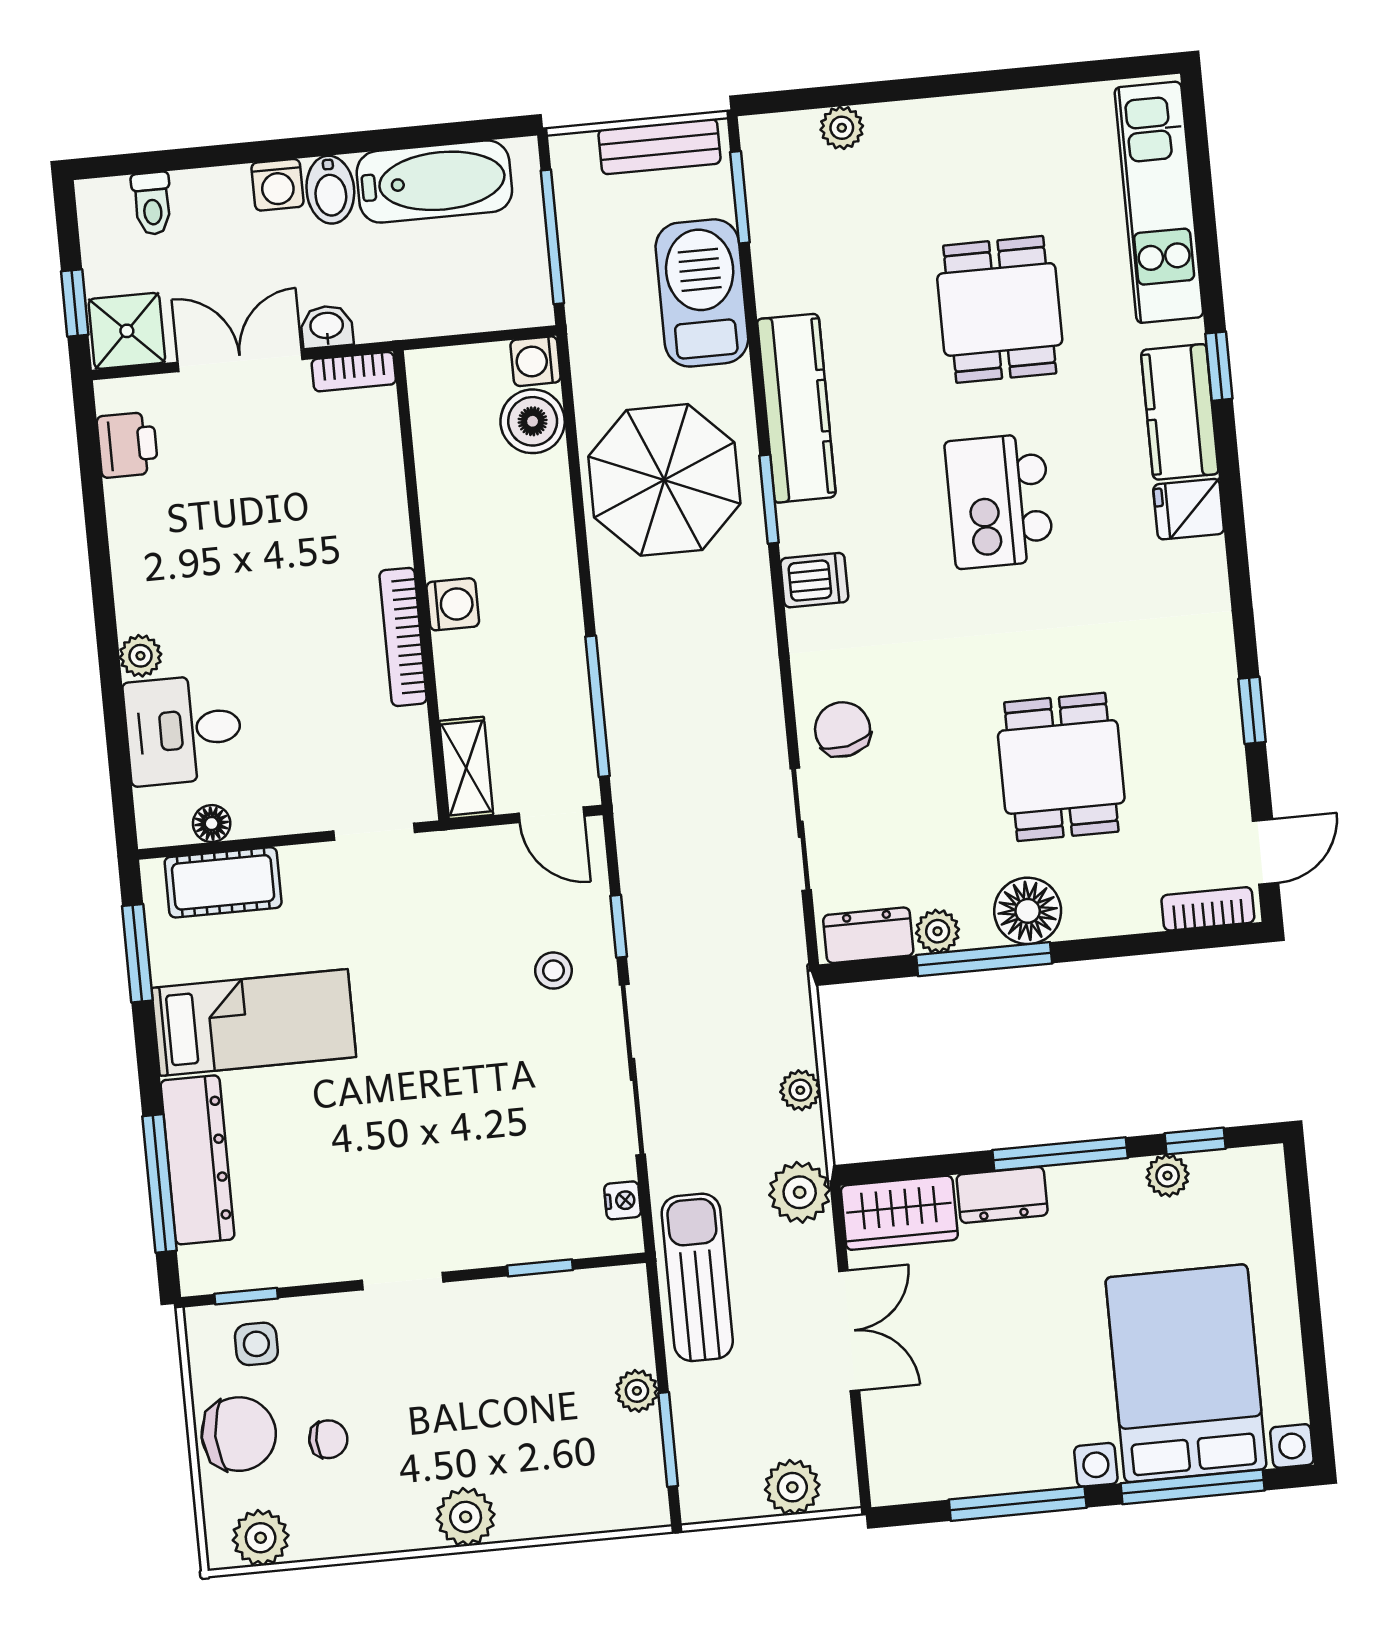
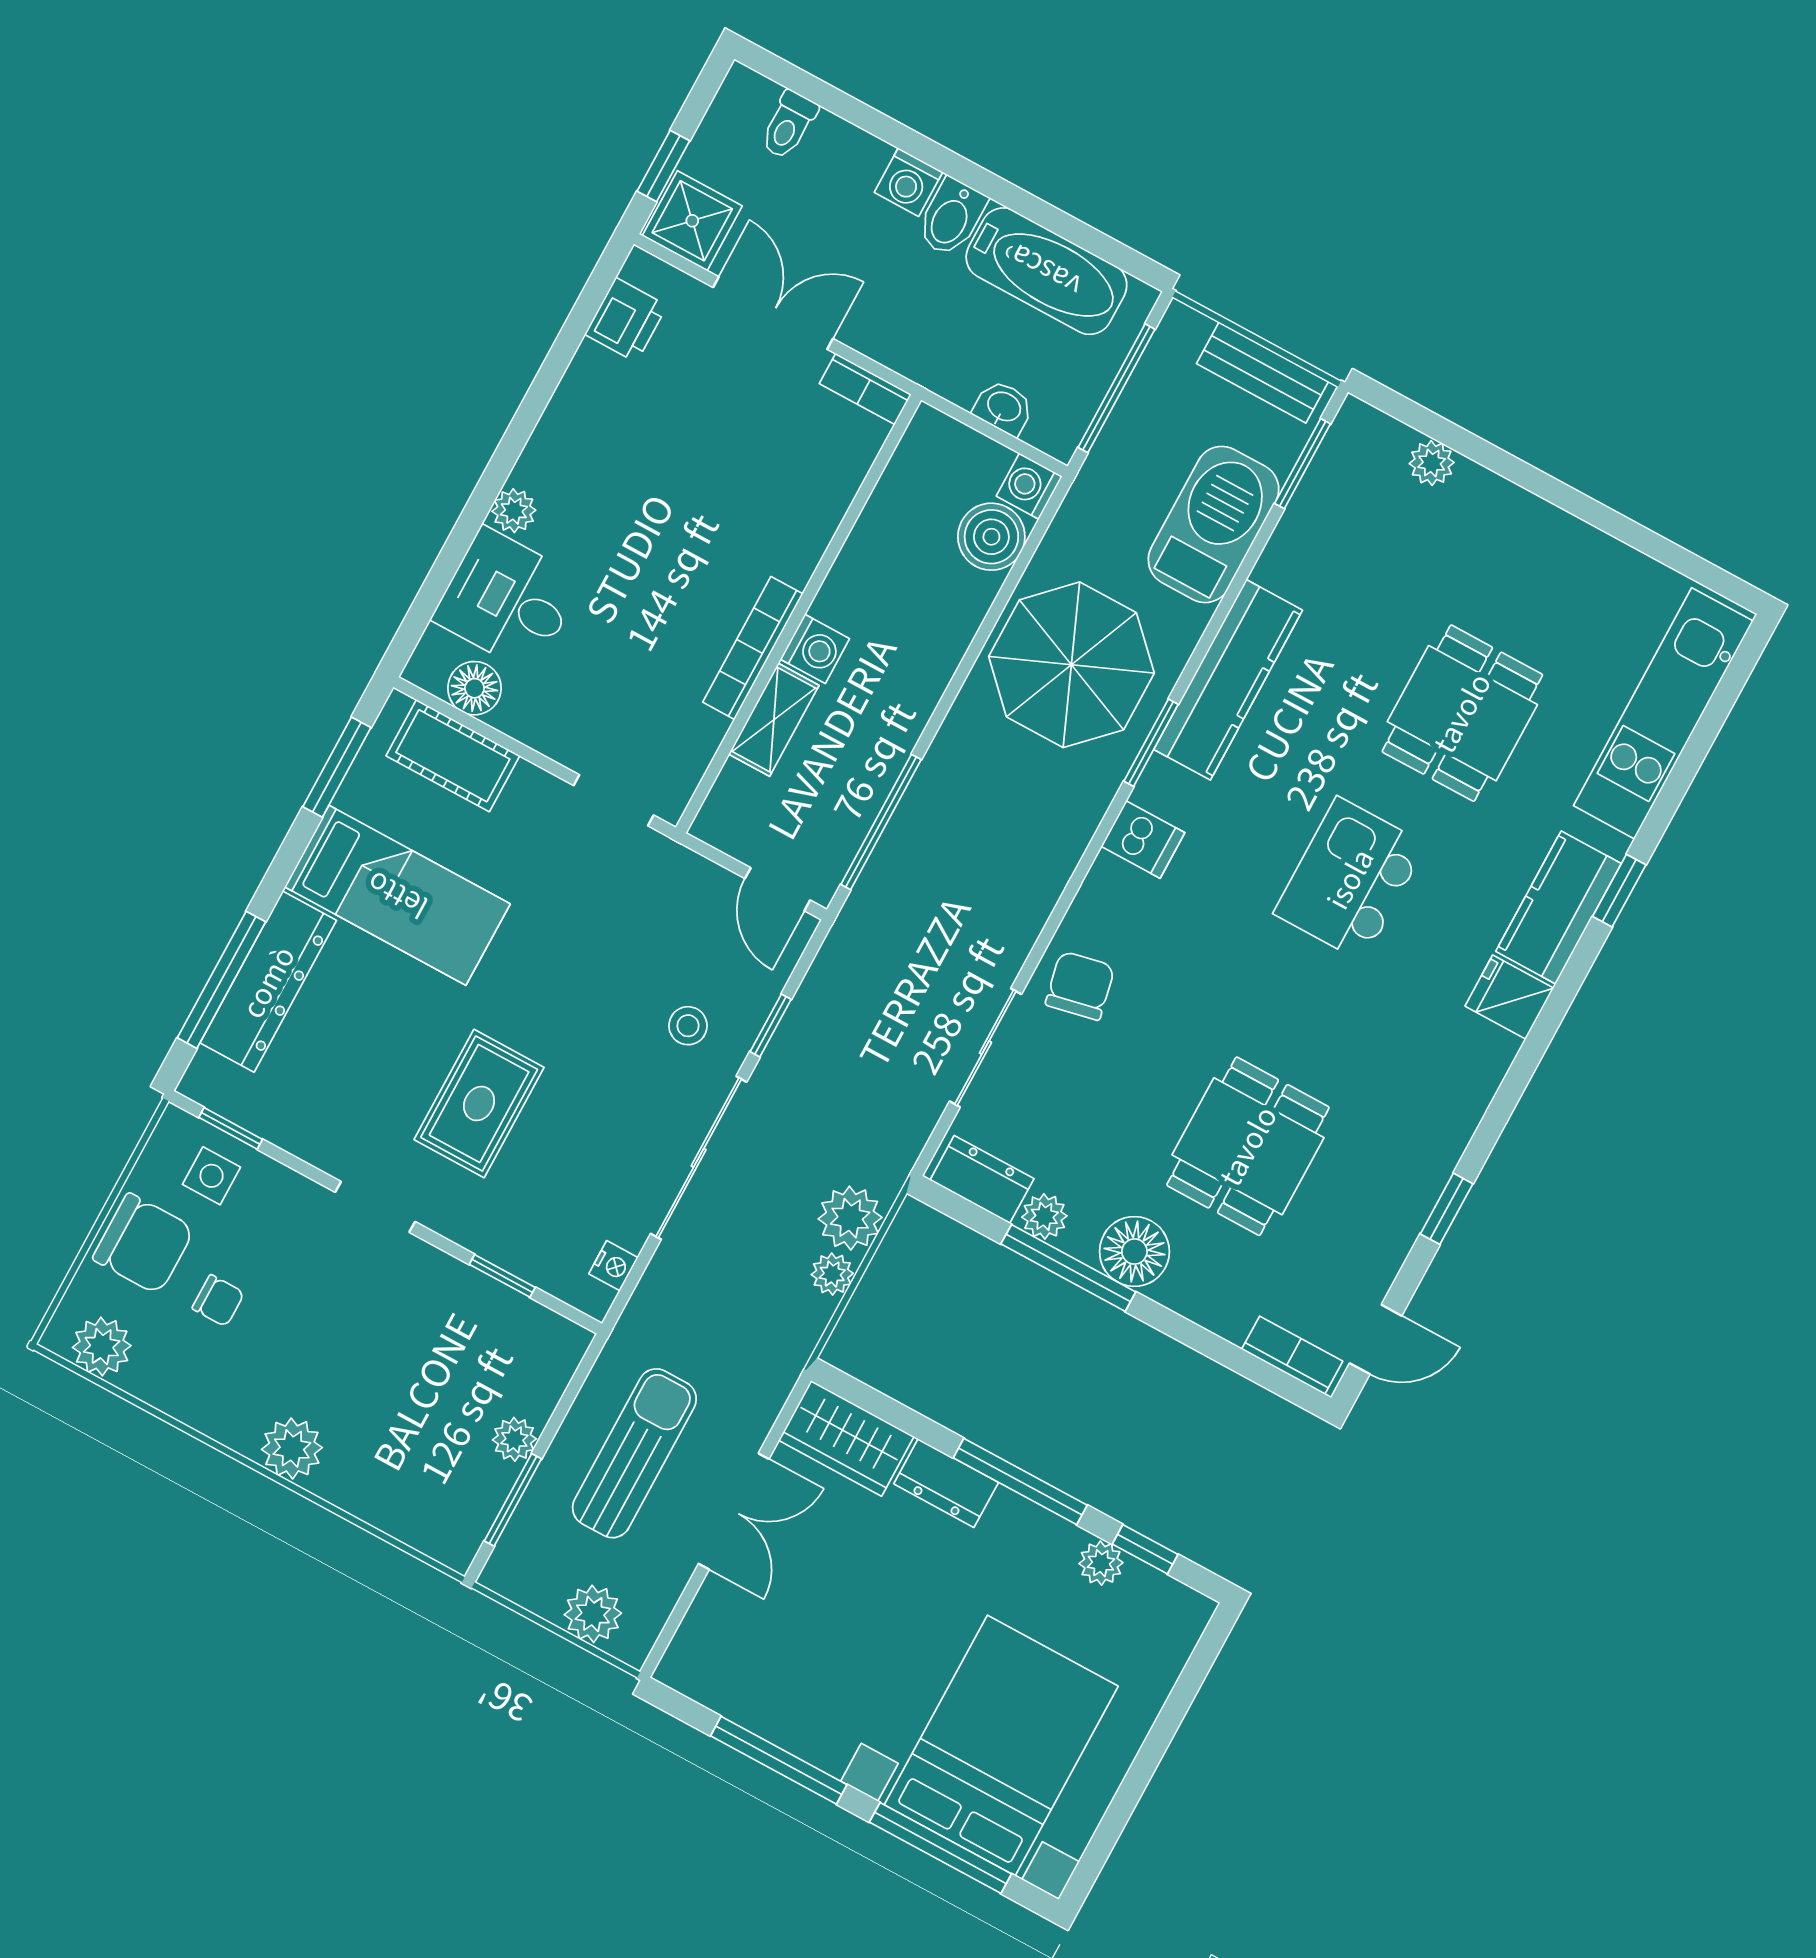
washbasin: (327, 327) -> (1004, 408), moved
shelving: (466, 768) -> (774, 720), moved
floor lamp: (212, 824) -> (474, 688), width x1.37, depth x1.37
rug: (430, 1144) -> (479, 1103), added
plant: (800, 1192) -> (850, 1218), moved
sun lounger: (697, 1277) -> (634, 1453), moved

